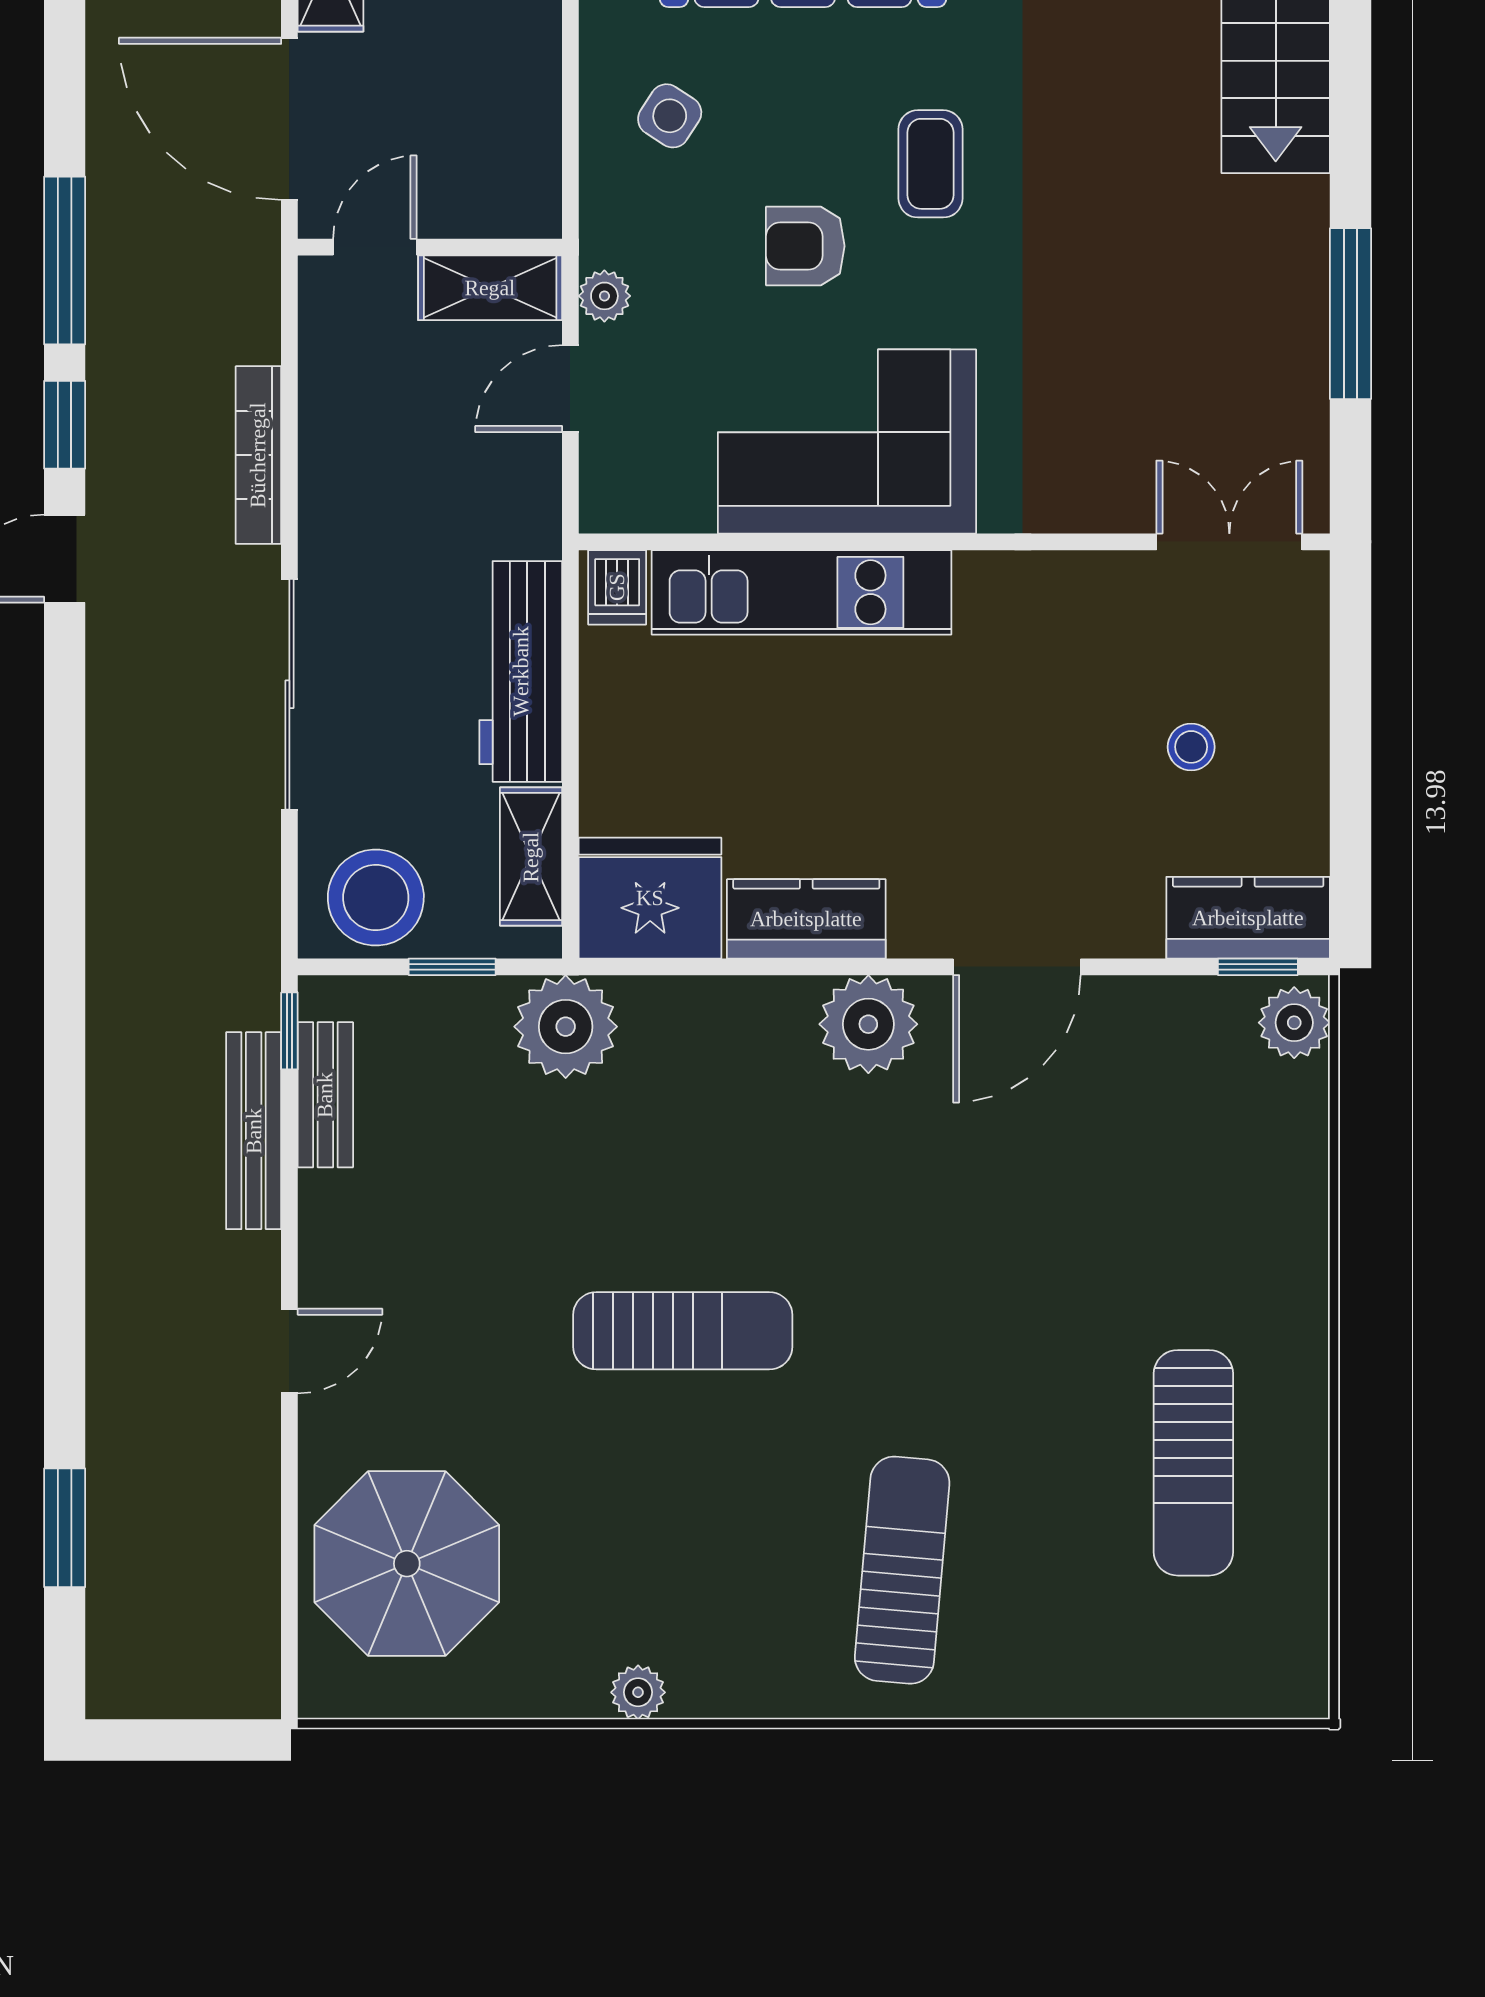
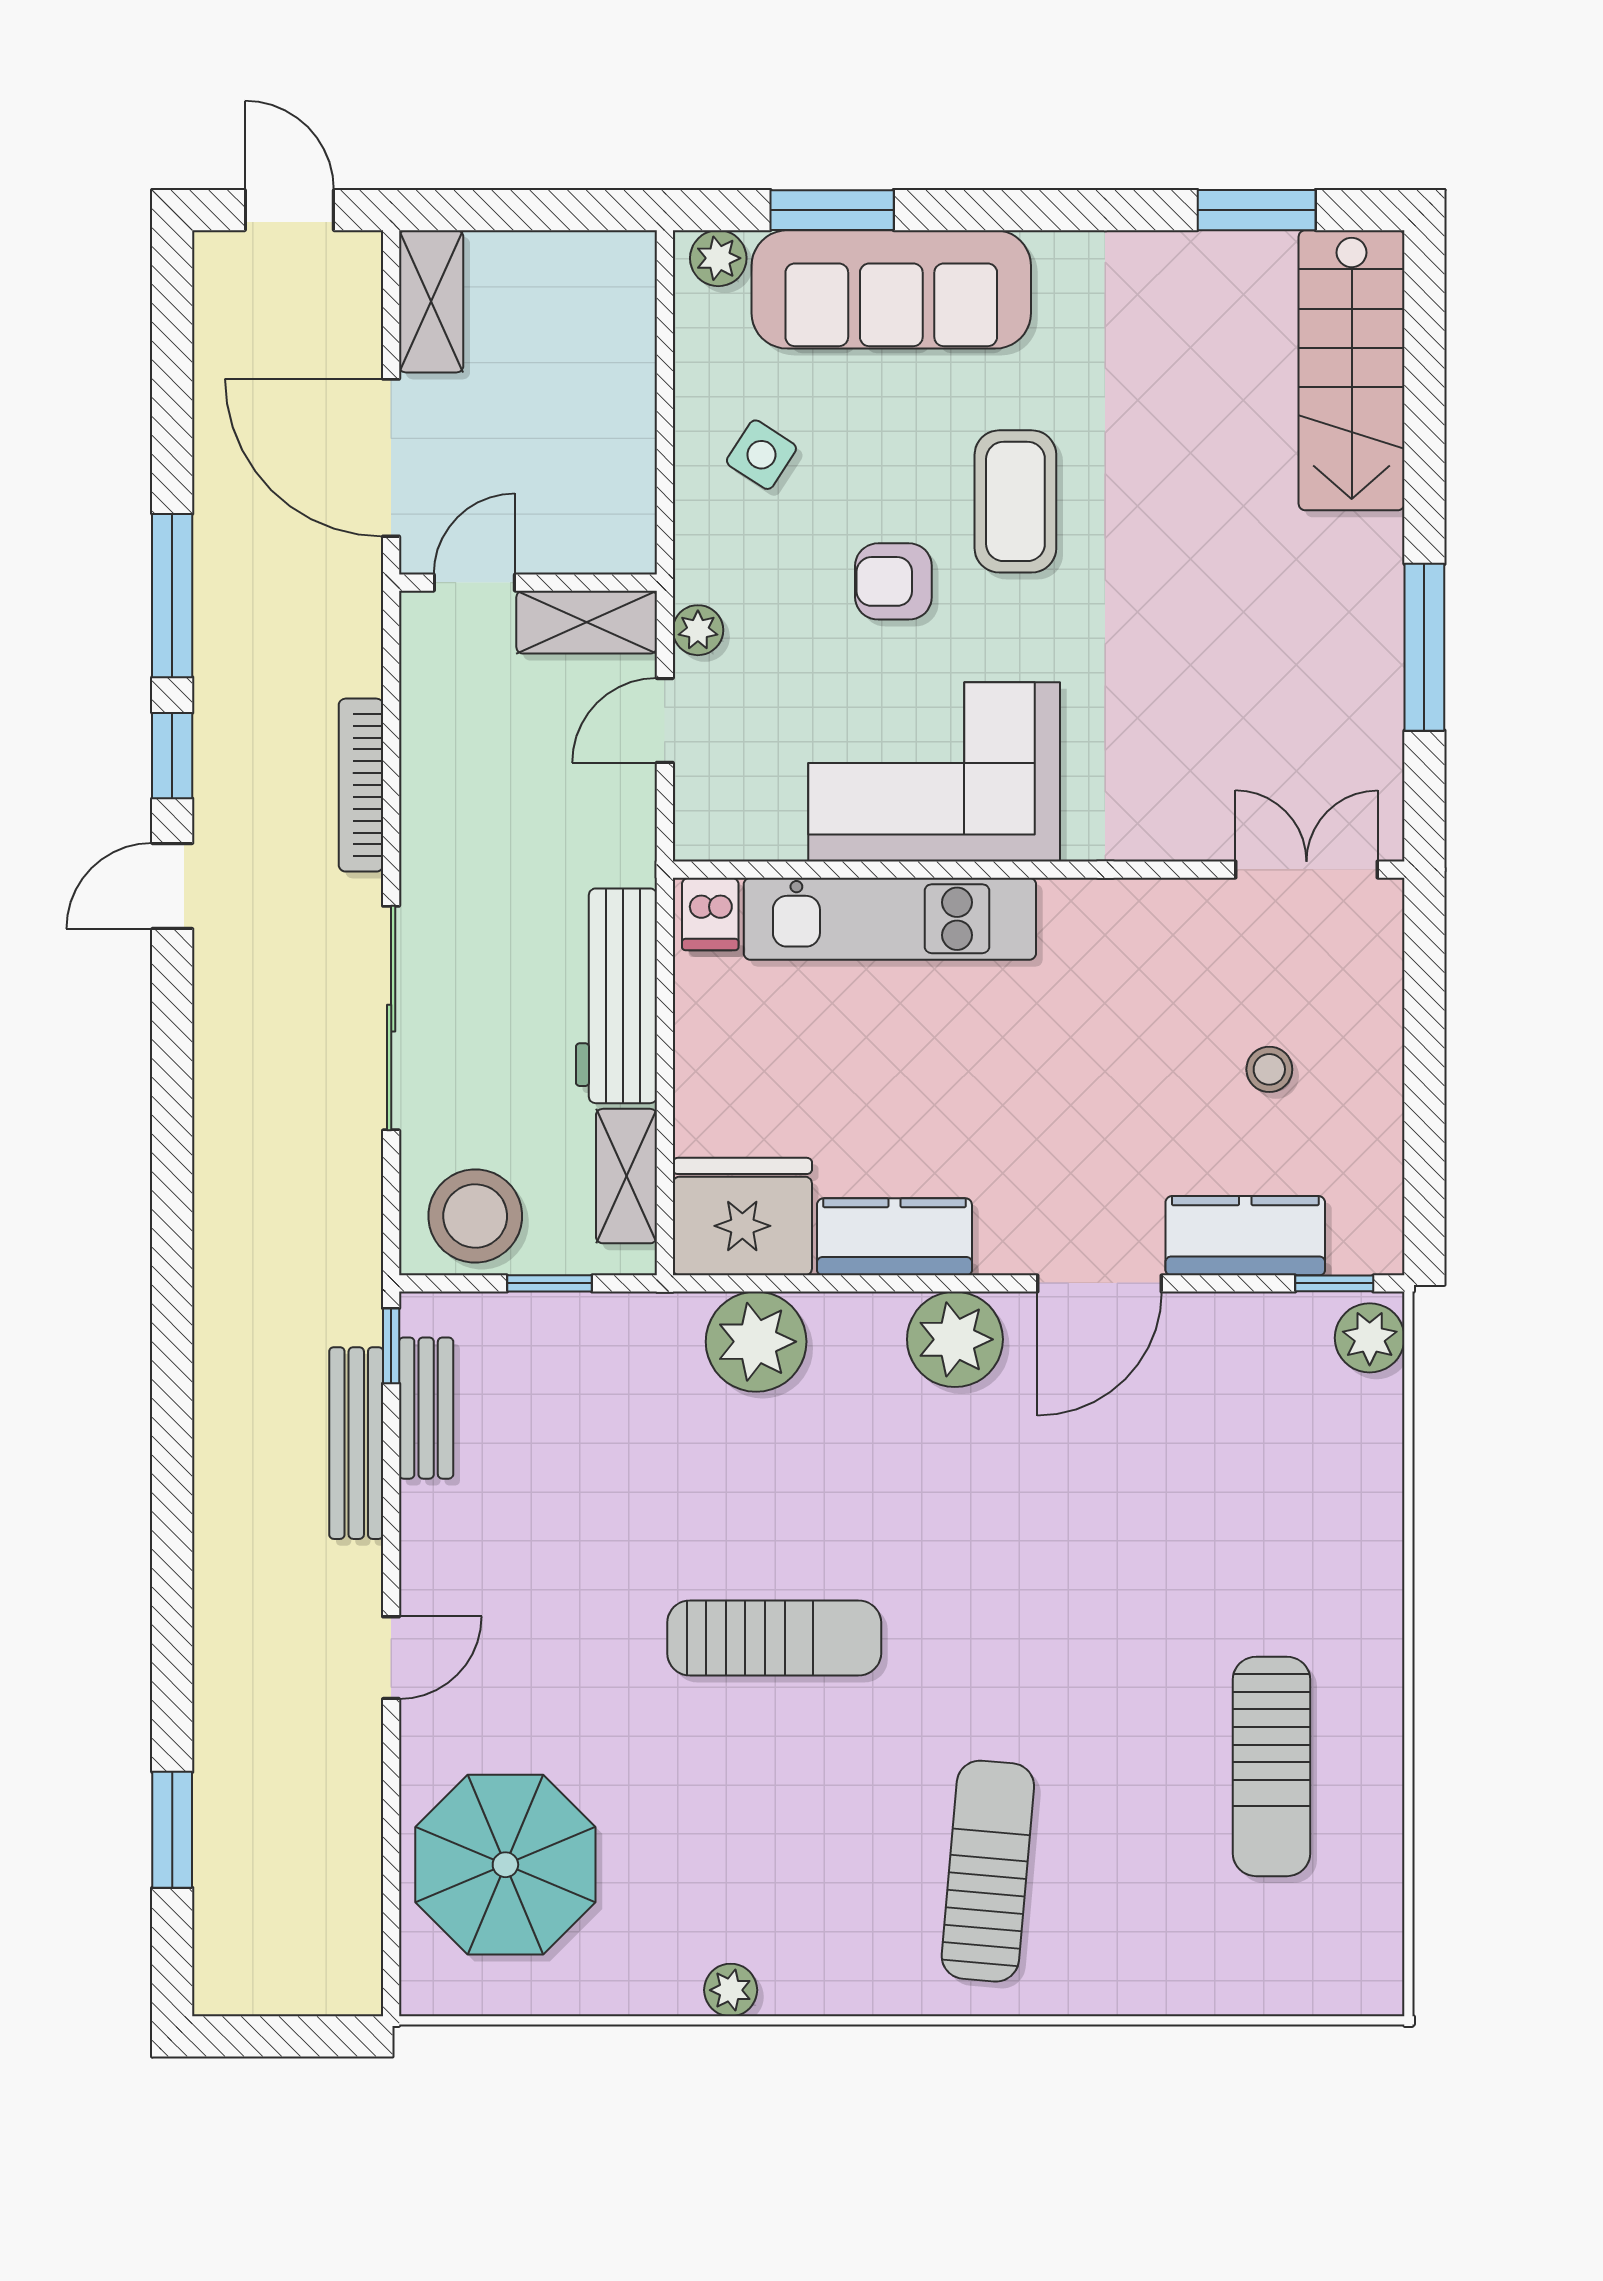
coffee table: (930, 164) -> (1015, 501), width x1.36, depth x1.30
kitchen counter: (1248, 918) -> (1245, 1236), moved
plant: (566, 1027) -> (756, 1342), moved

